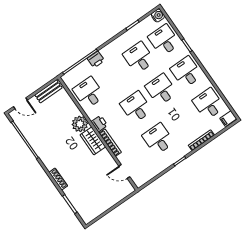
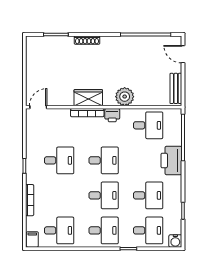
printer: (96, 59) -> (171, 160), width x1.87, depth x1.48
door: (20, 103) -> (183, 54), hinge flipped
wardrobe: (93, 141) -> (88, 98), moved
door: (124, 171) -> (38, 107), moved

